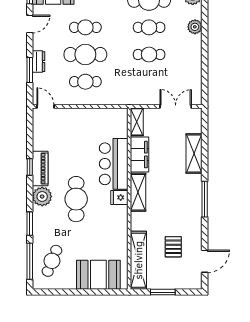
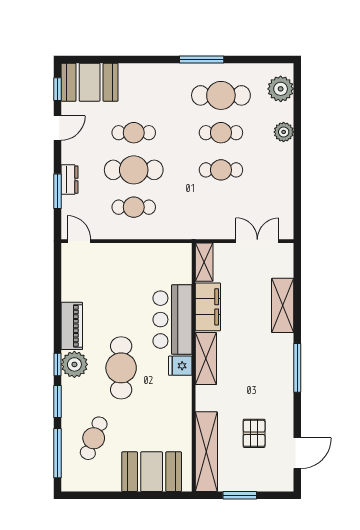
window: (30, 167) -> (58, 365), moved
cafe table: (52, 261) -> (94, 438), moved

